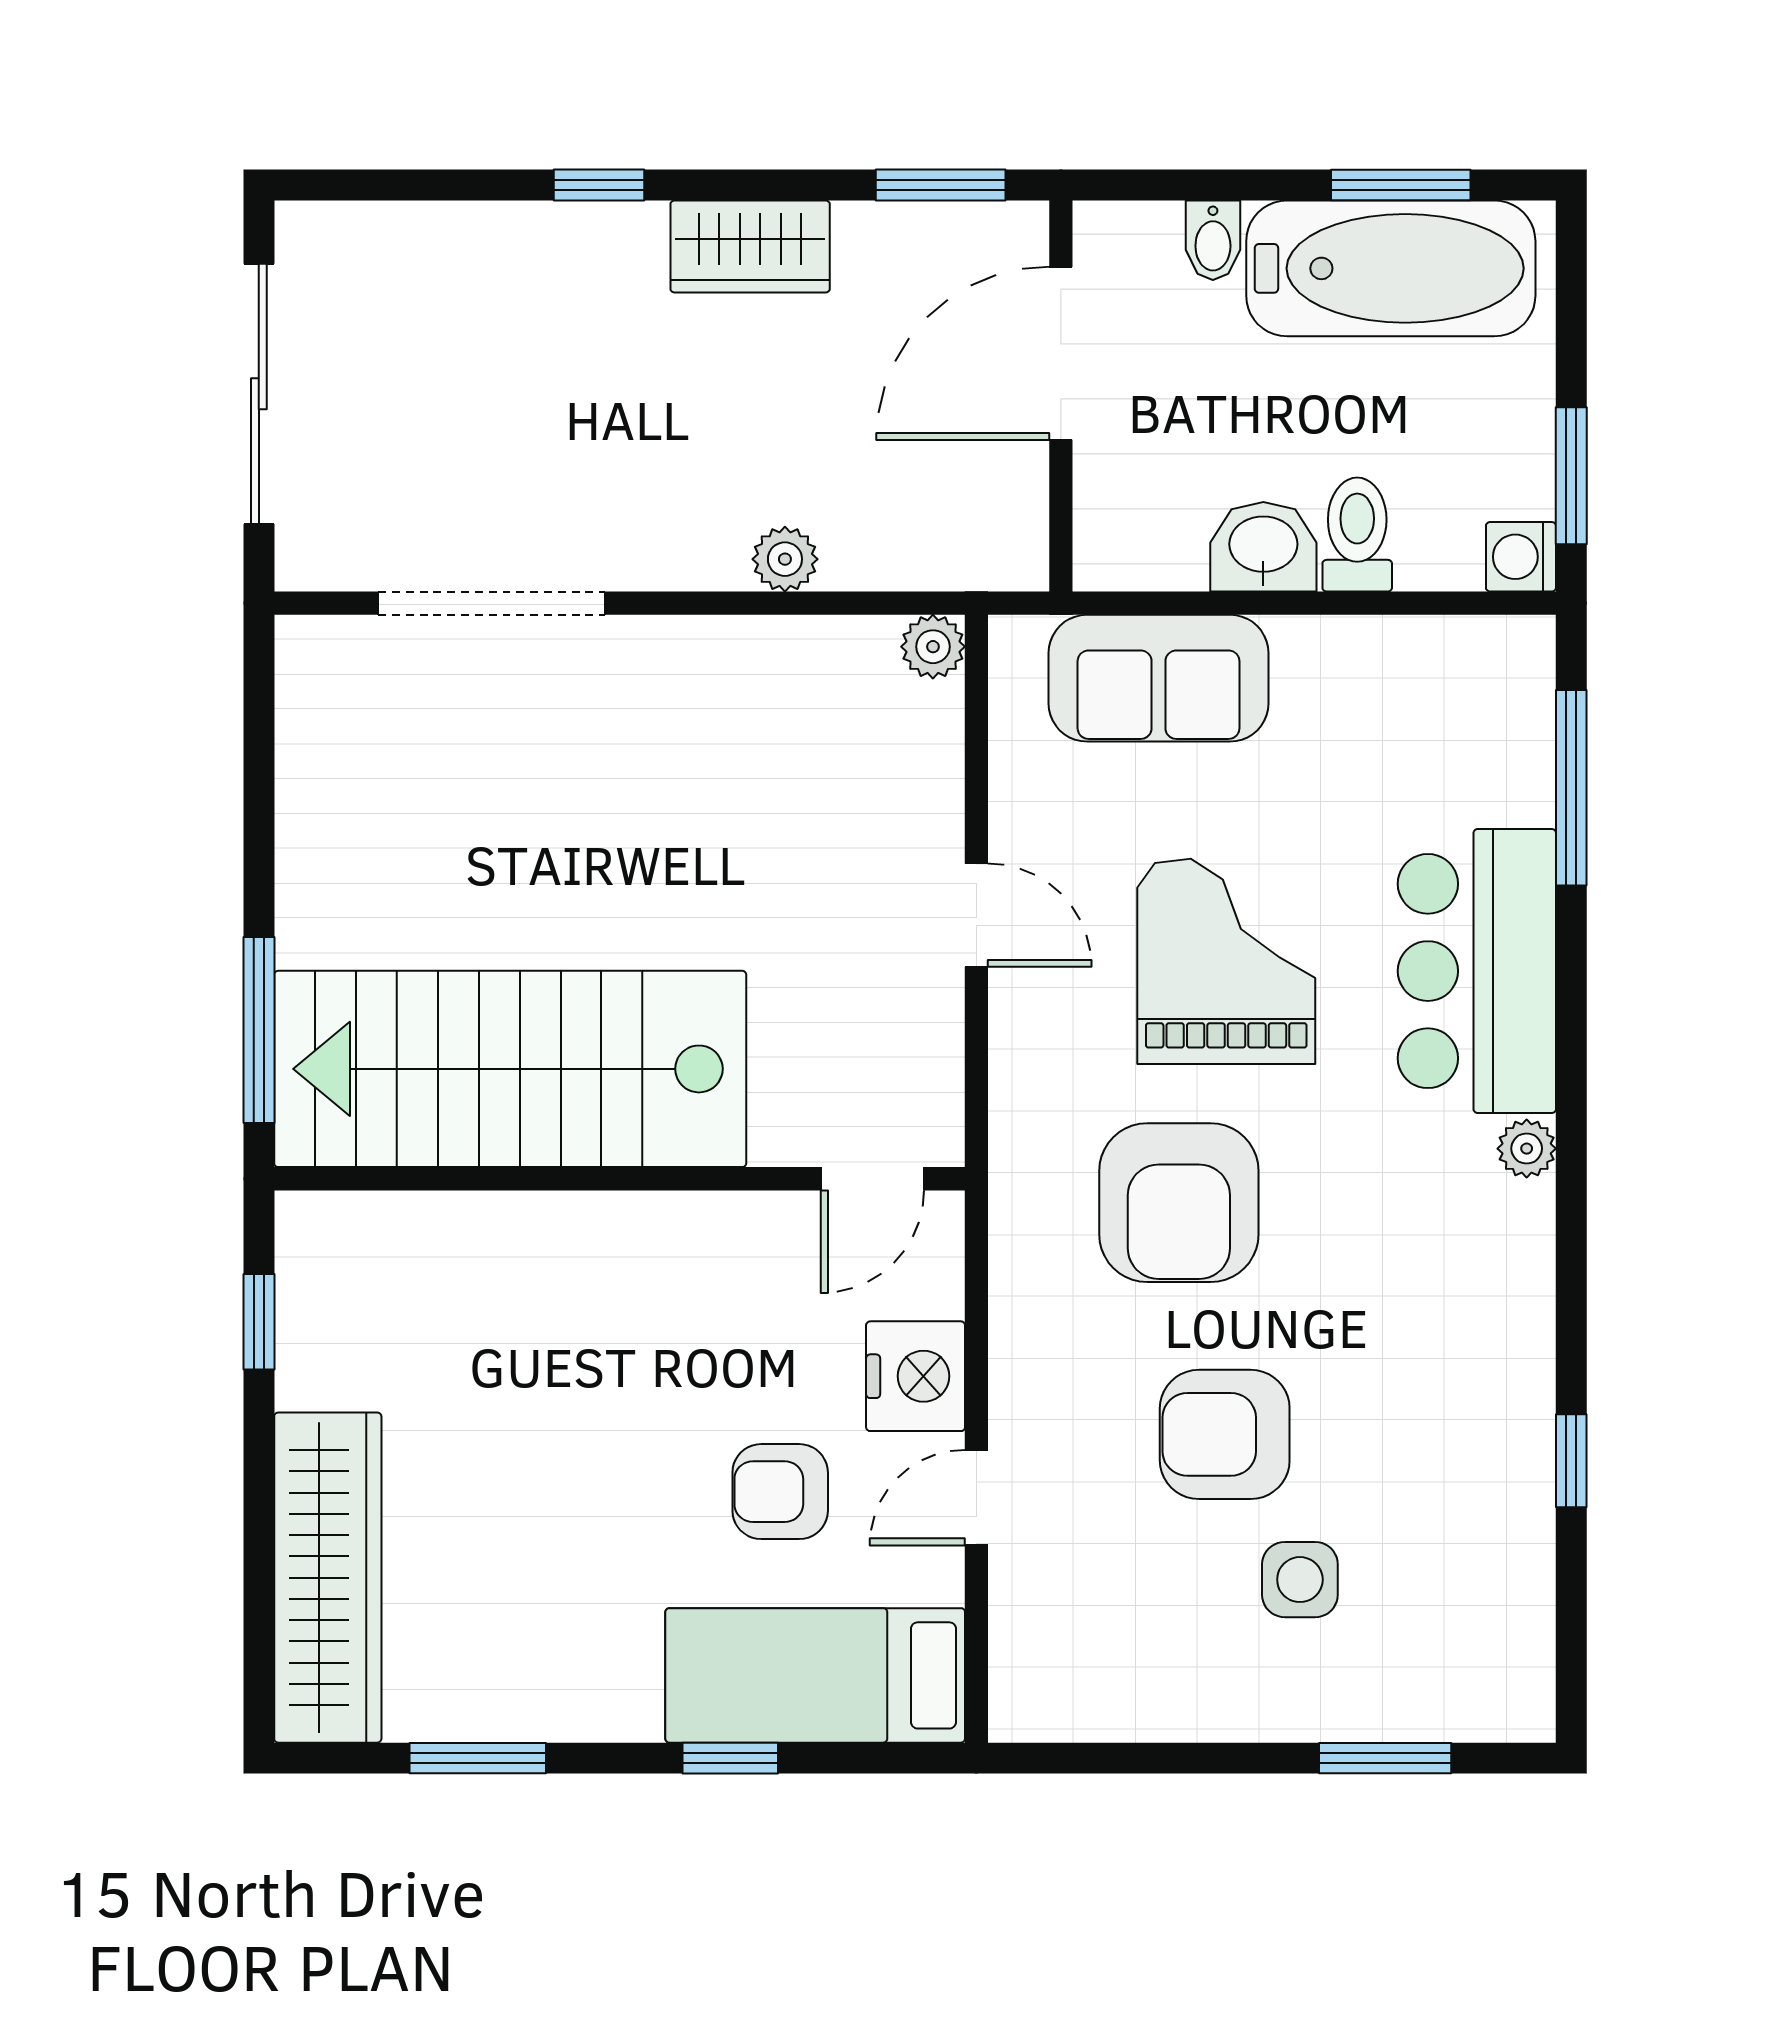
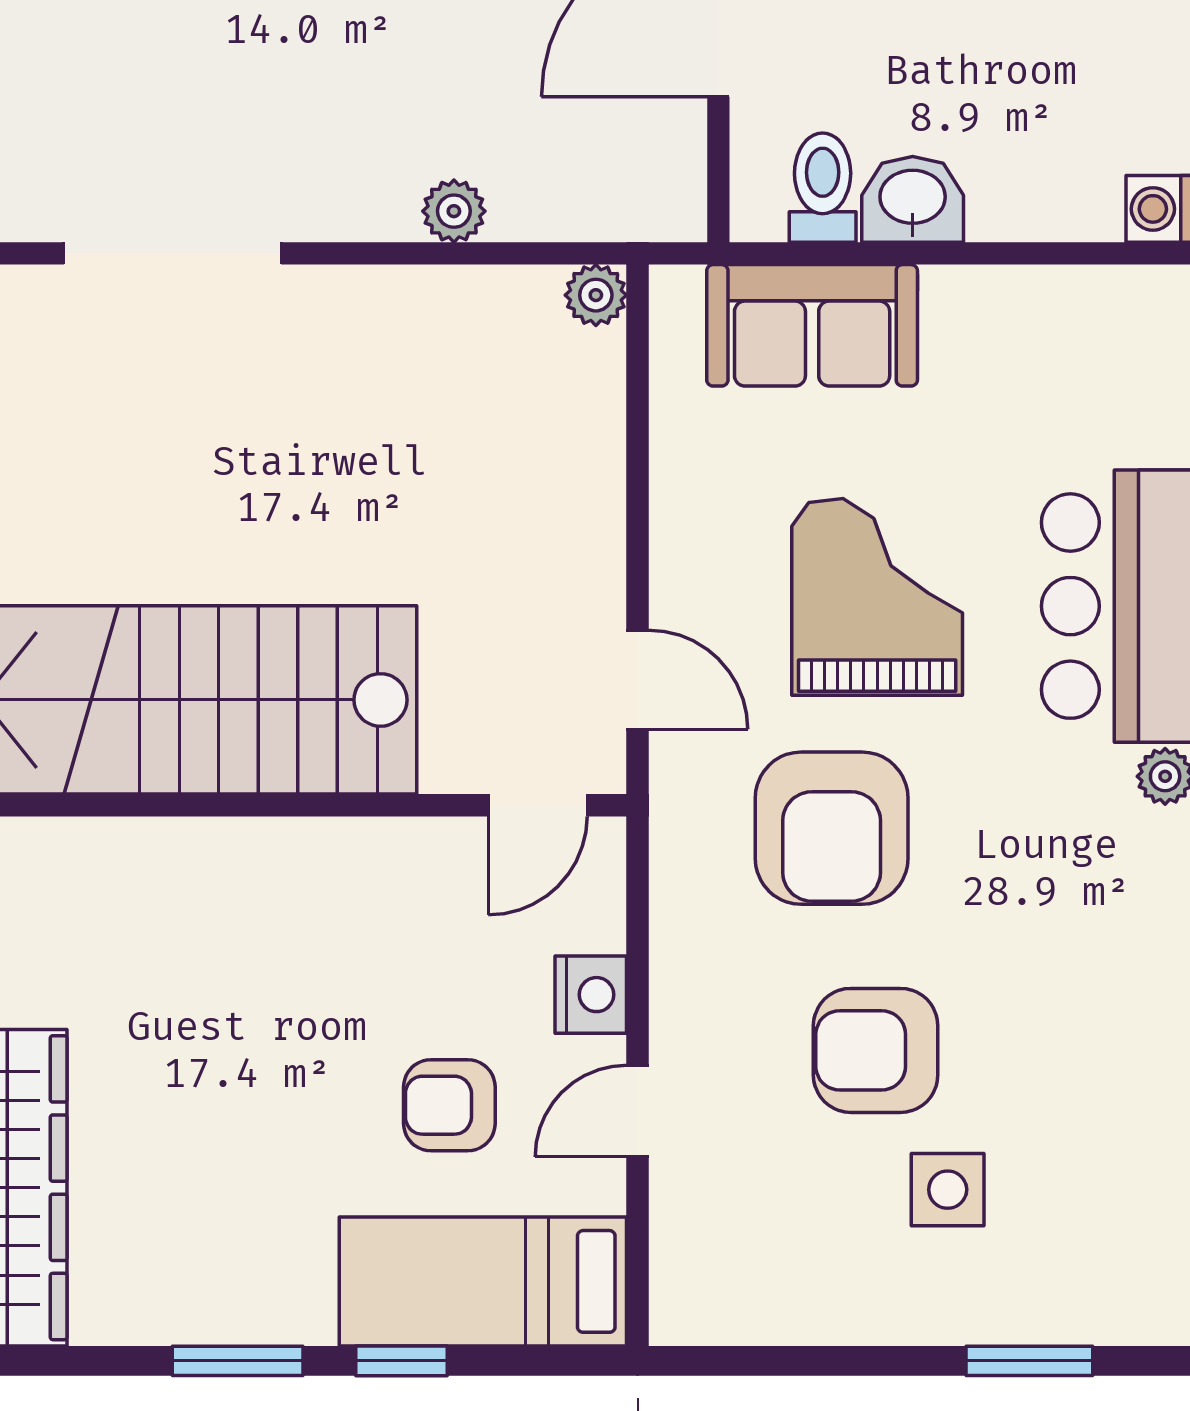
toilet: (1357, 535) -> (823, 188), moved
door: (976, 915) -> (637, 680), moved
nightstand: (916, 1376) -> (591, 995), width x0.74, depth x0.75
window: (478, 1758) -> (238, 1361), moved

